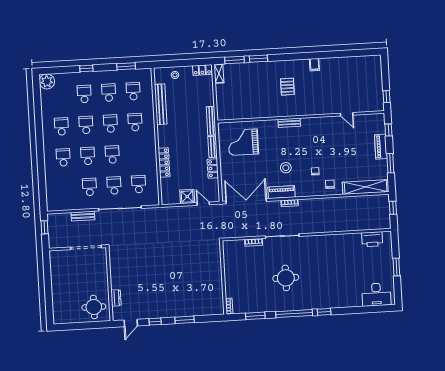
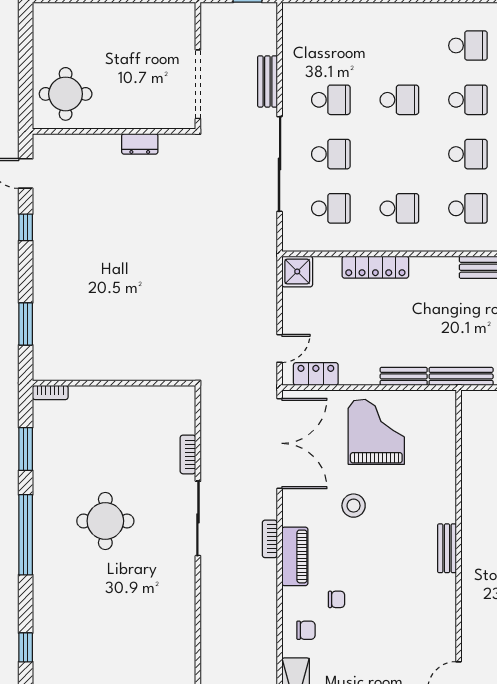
grand piano: (243, 142) -> (376, 432), moved
school desk: (112, 155) -> (399, 208), moved
school desk: (63, 157) -> (399, 46), removed
locker: (213, 168) -> (316, 374), moved
stool: (286, 168) -> (354, 506), moved
piano: (282, 192) -> (295, 556), moved
shower: (187, 197) -> (297, 272), moved
dresser: (116, 298) -> (140, 144), moved
window: (324, 312) -> (26, 647), moved
window: (185, 320) -> (26, 324), moved

